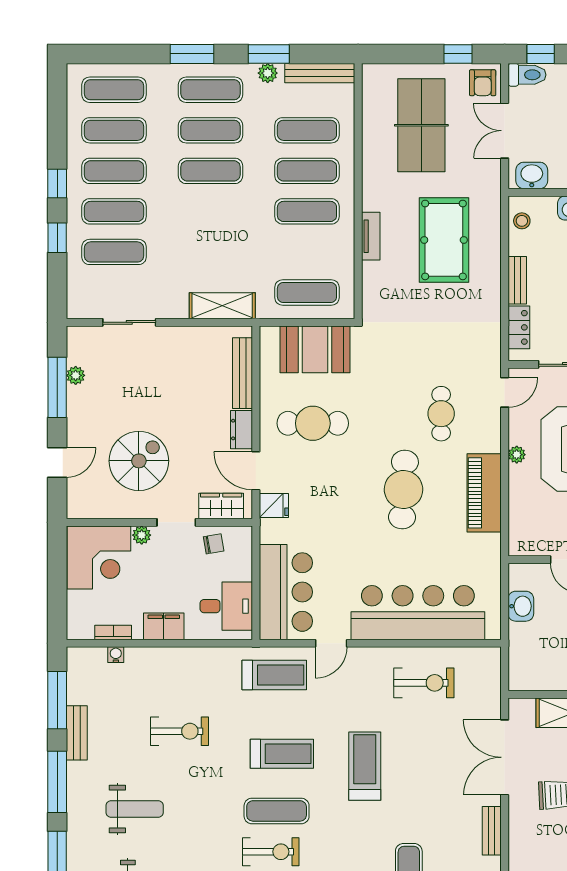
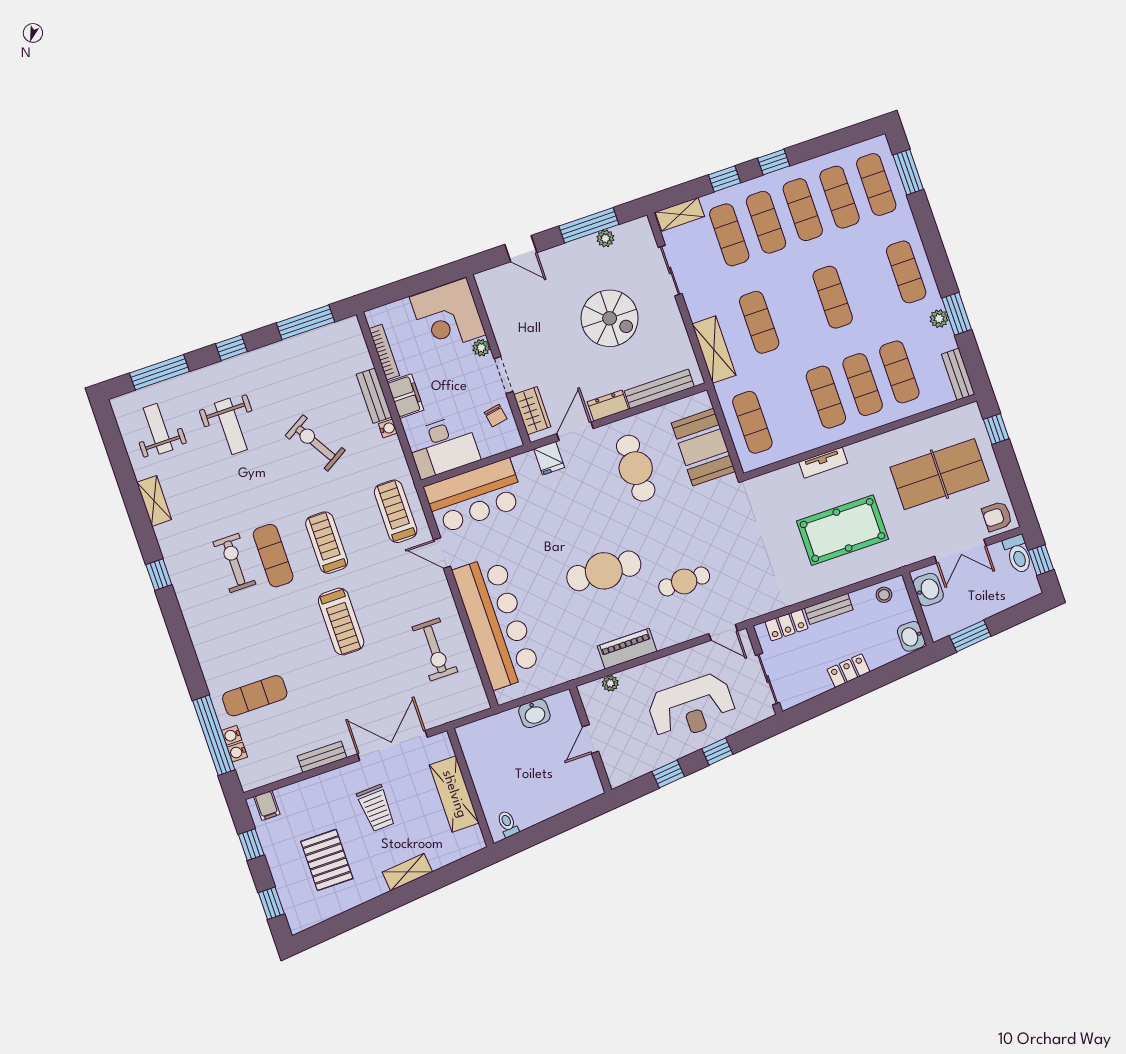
window: (192, 54) -> (908, 172), moved
window: (458, 54) -> (996, 429), moved
bench: (320, 73) -> (958, 374), width x0.73
exercise mat: (210, 130) -> (759, 322), moved
double door: (505, 131) -> (960, 551), swing flipped
shelving: (77, 294) -> (680, 214), added
plant: (517, 455) -> (610, 683), moved
spiral stairs: (139, 461) -> (610, 318), moved
piano: (484, 493) -> (627, 649), width x0.73, depth x0.75
desk: (226, 606) -> (443, 446), width x1.37
bookcase: (113, 632) -> (384, 352), width x1.56
water cooler: (116, 655) -> (388, 428), moved
treadmill: (274, 675) -> (396, 511), turned 180
exercise bike: (180, 731) -> (315, 443), turned 149
bench: (77, 733) -> (374, 396), moved, turned 90
treadmill: (282, 754) -> (327, 543), turned 180
treadmill: (365, 766) -> (341, 622), turned 90
window: (57, 782) -> (231, 348), width x0.46
exercise bike: (271, 852) -> (234, 563), turned 180

